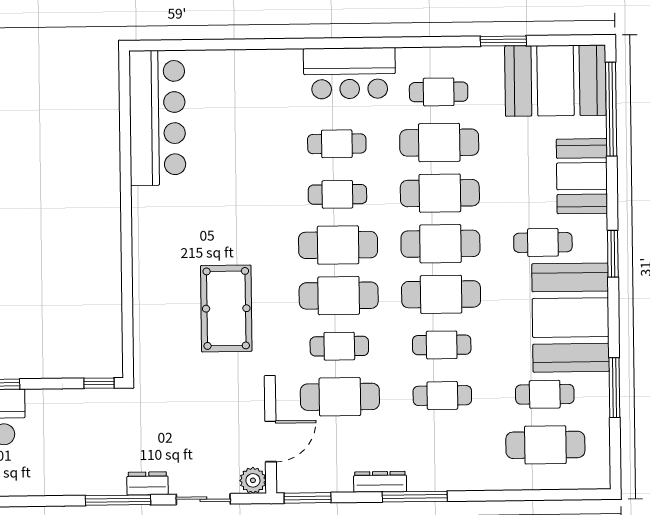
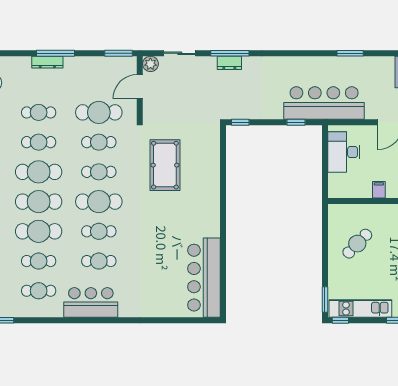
cafe table: (439, 143) -> (39, 261), width x0.73, depth x0.74
cafe table: (339, 296) -> (99, 172), width x0.73, depth x0.74
dresser: (380, 482) -> (47, 62), moved
dresser: (147, 483) -> (229, 63), moved

